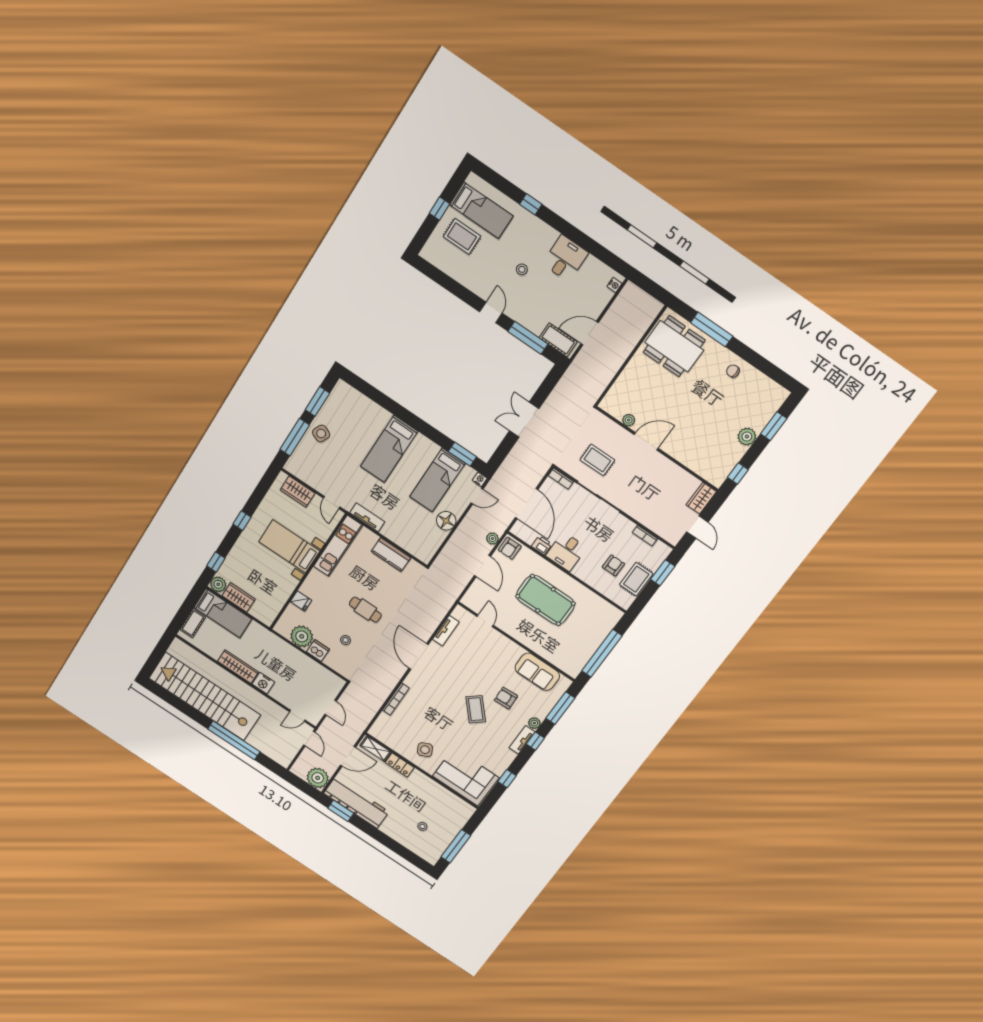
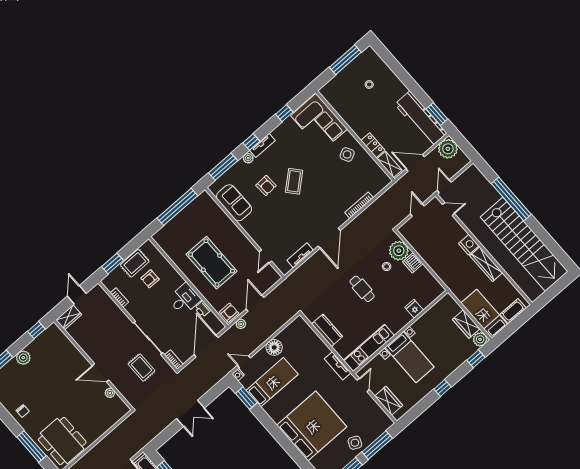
bed: (389, 449) -> (312, 426), width x2.04
plant: (302, 636) -> (399, 251), moved

